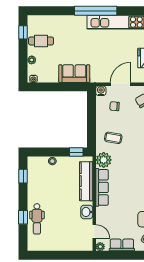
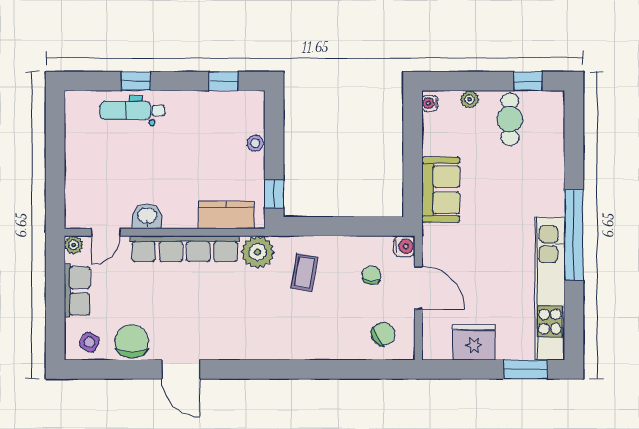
kitchen counter: (86, 181) -> (226, 215), width x0.67
row of seats: (102, 187) -> (185, 249), width x1.36

